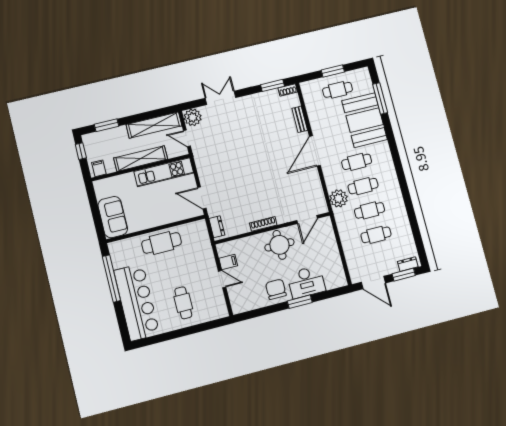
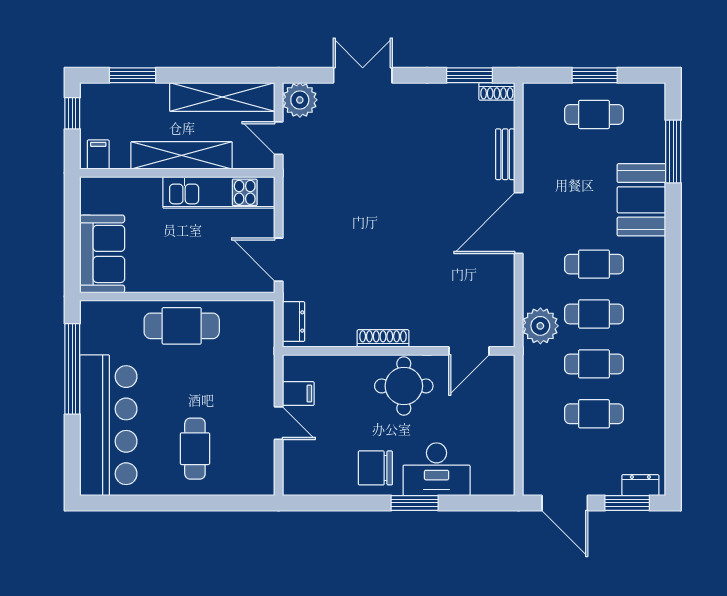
booth: (365, 120) -> (641, 200), width x0.73, depth x0.70
chair: (276, 289) -> (375, 468), turned -90

